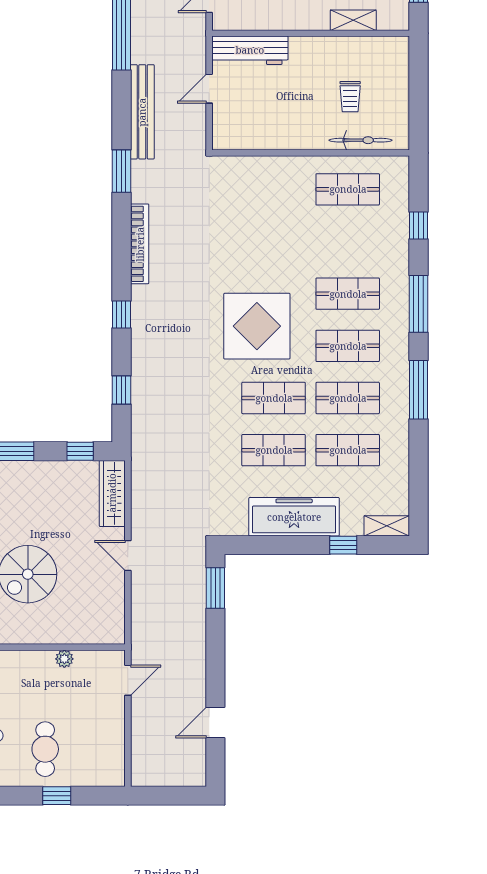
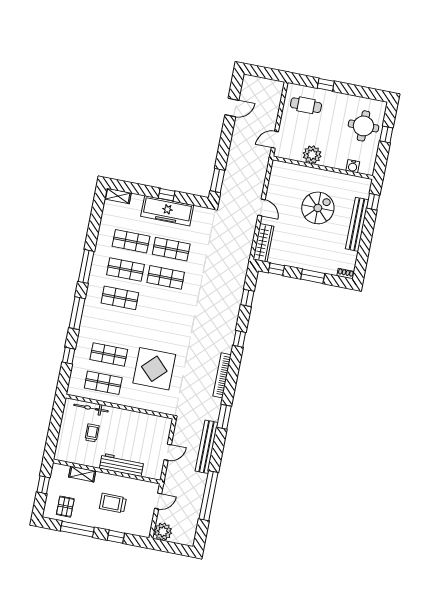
workbench: (250, 50) -> (122, 465), moved
shop shelf: (348, 294) -> (109, 354), moved
display table: (257, 326) -> (154, 369), moved
window: (343, 545) -> (167, 195), moved
plant: (64, 659) -> (312, 155), width x1.88, depth x1.88
cafe table: (45, 749) -> (306, 105), moved, turned 90

